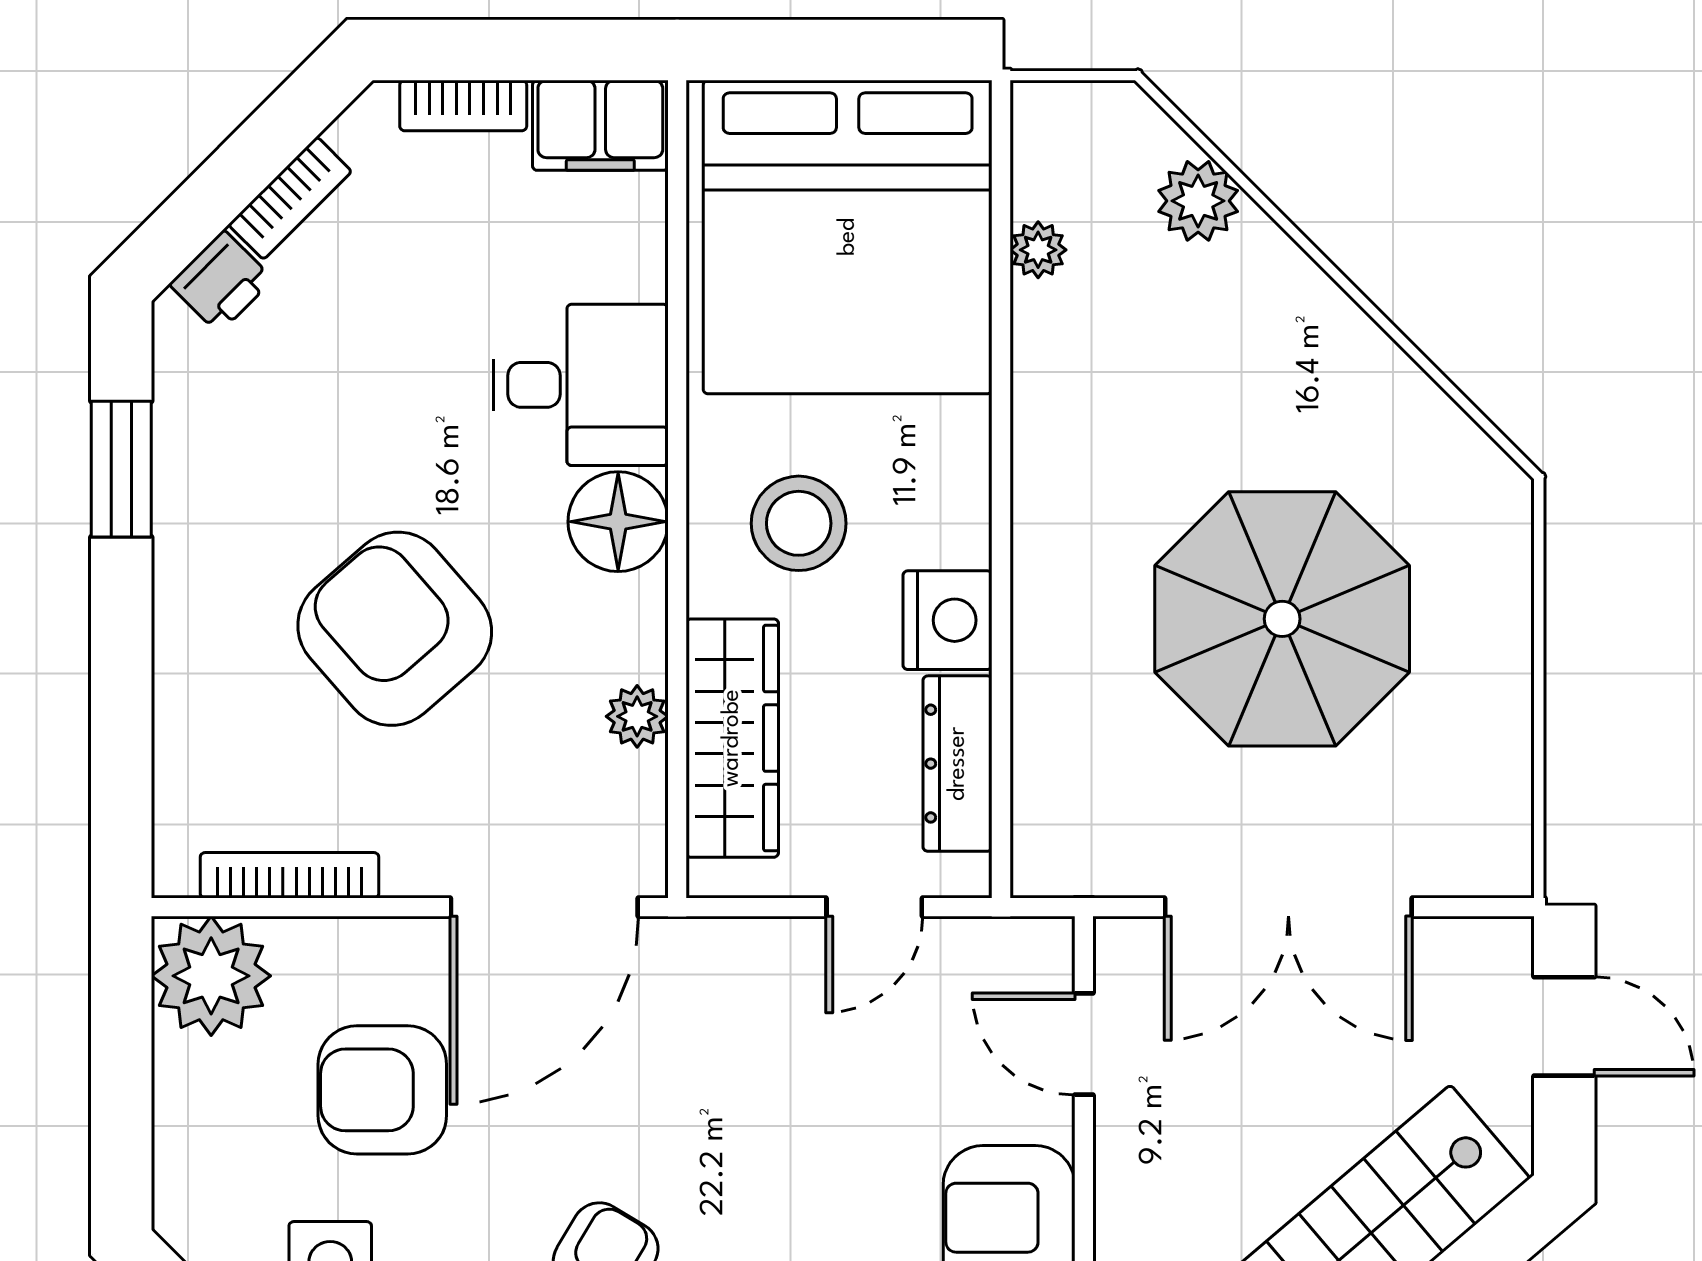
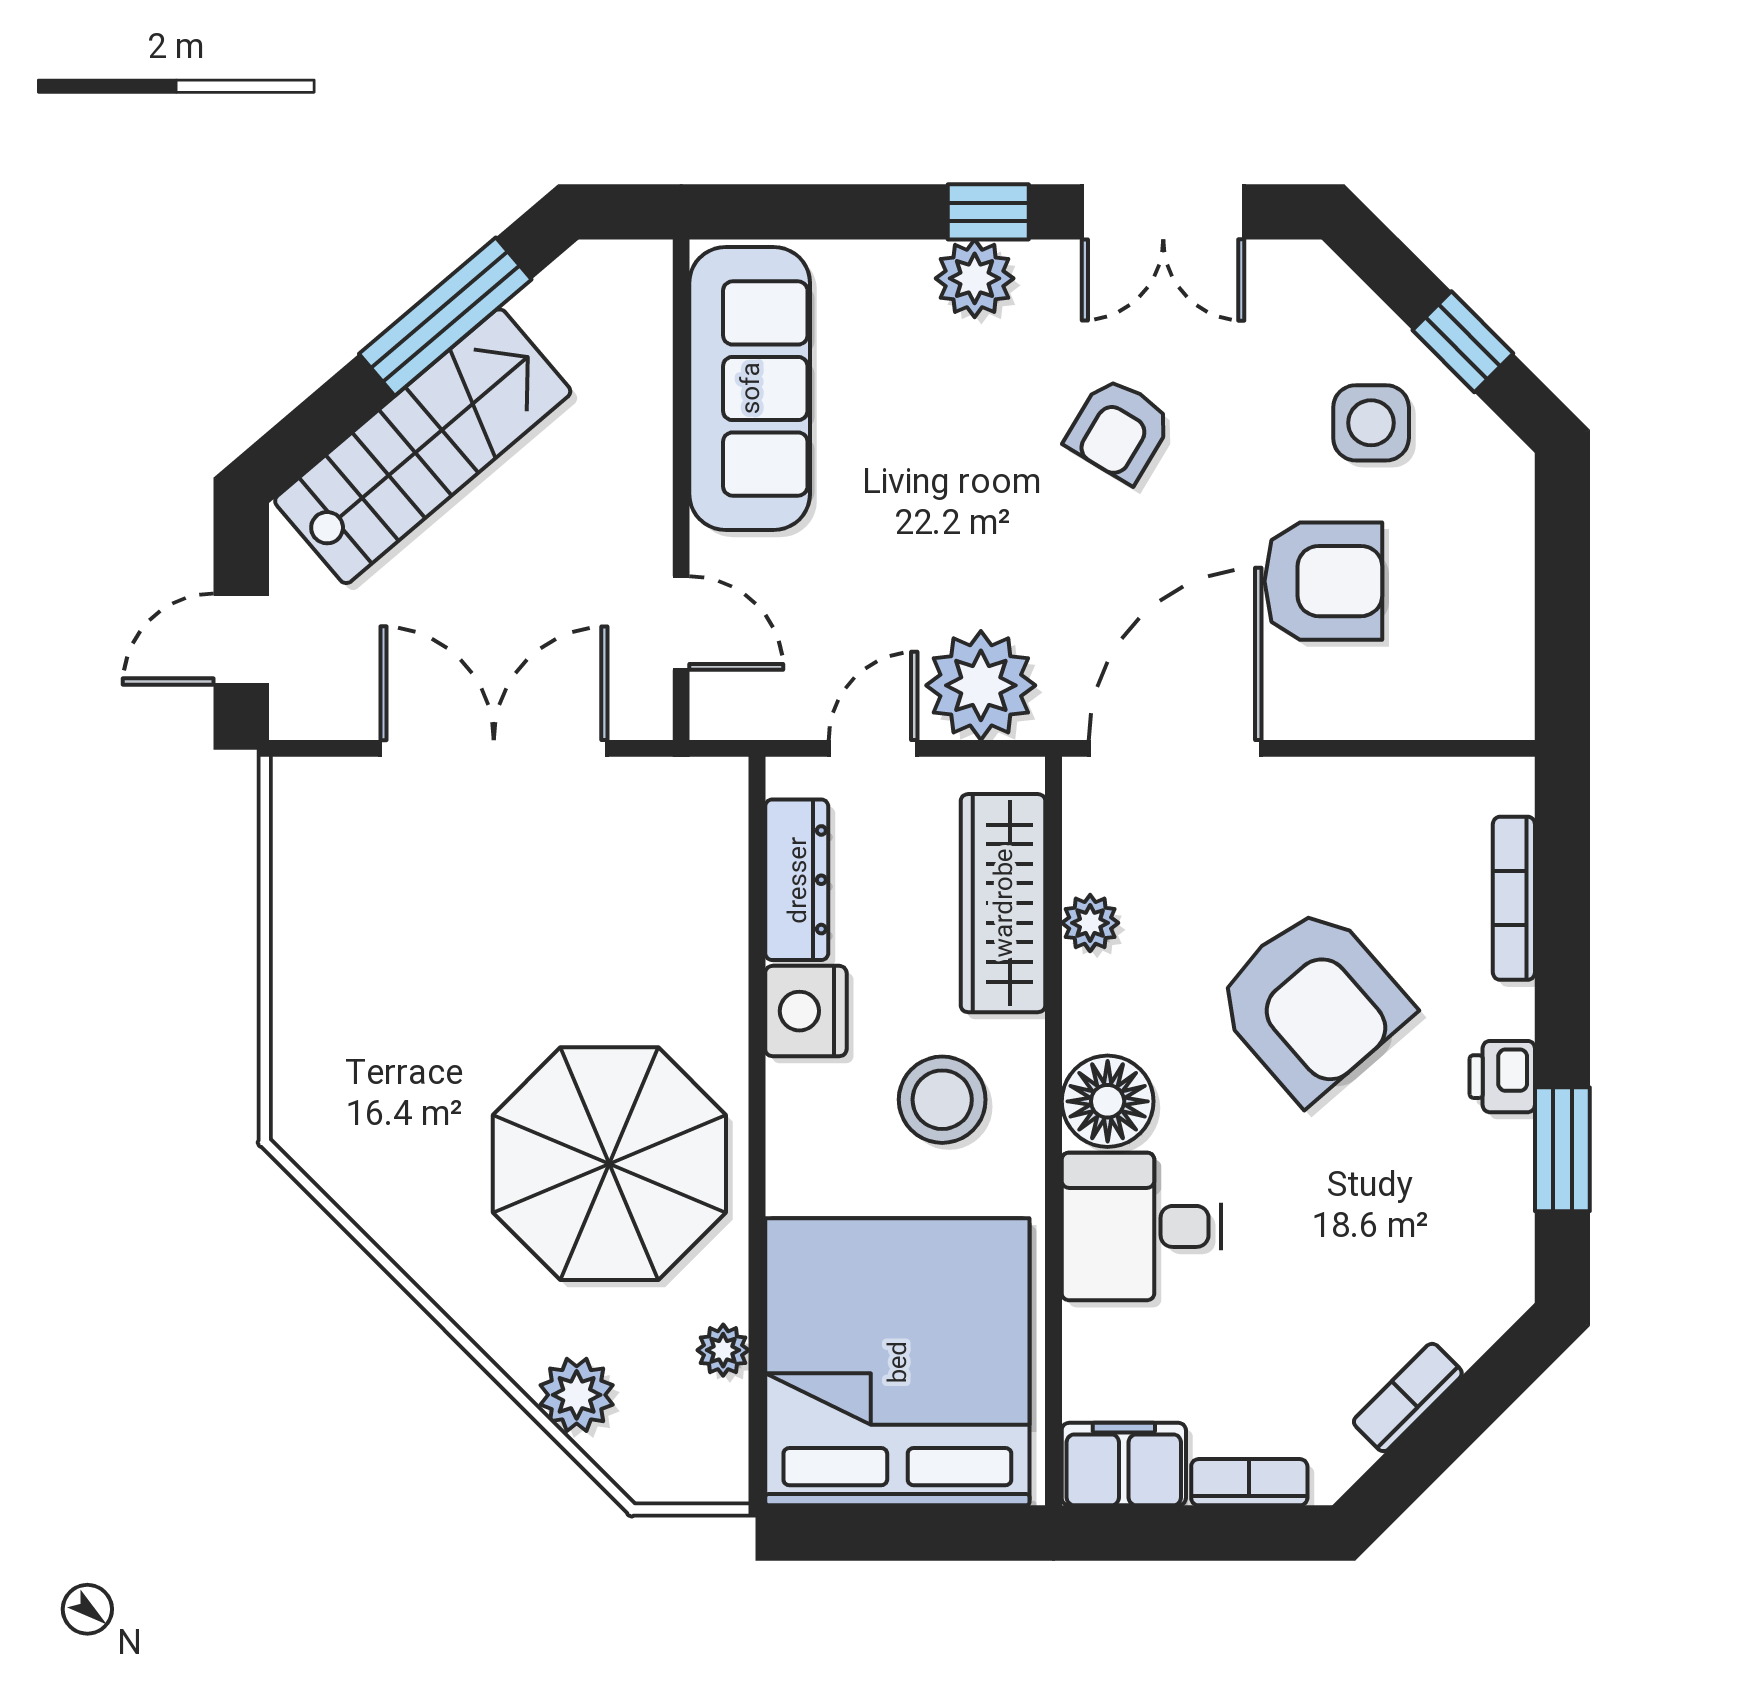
printer: (221, 282) -> (1502, 1077), moved, turned -45
parasol: (1282, 619) -> (609, 1164), moved
bookcase: (289, 875) -> (1514, 898), moved, turned 90
plant: (211, 976) -> (981, 685), moved
door: (1564, 1026) -> (241, 639), hinge flipped

